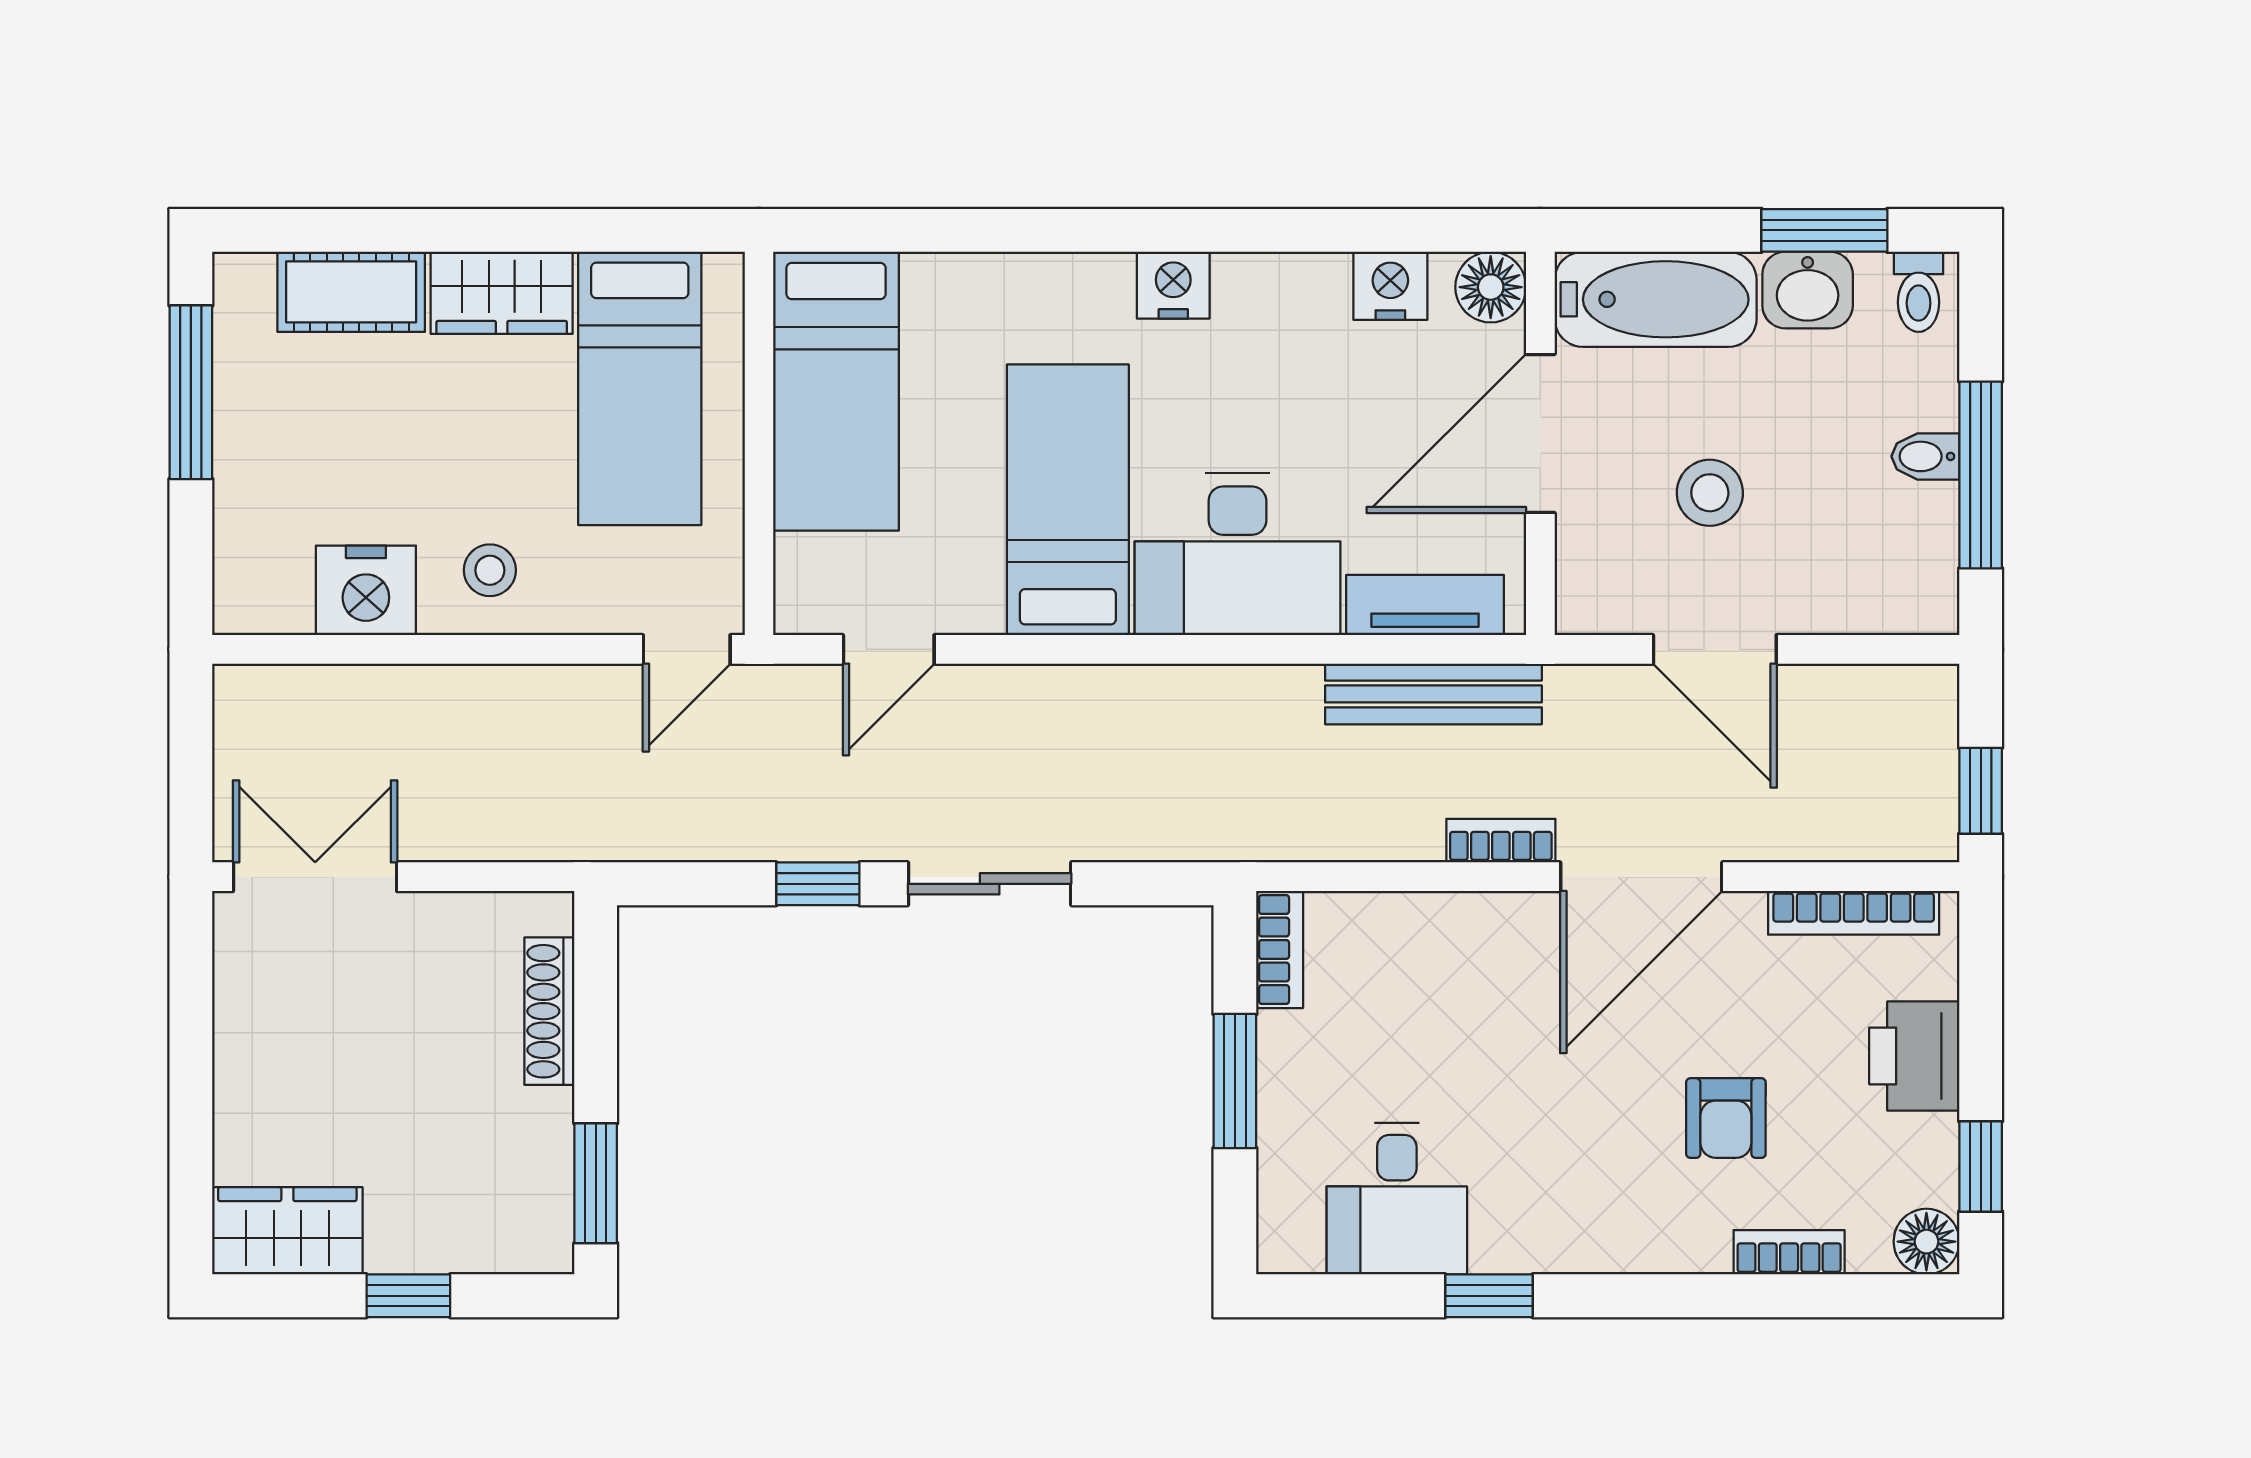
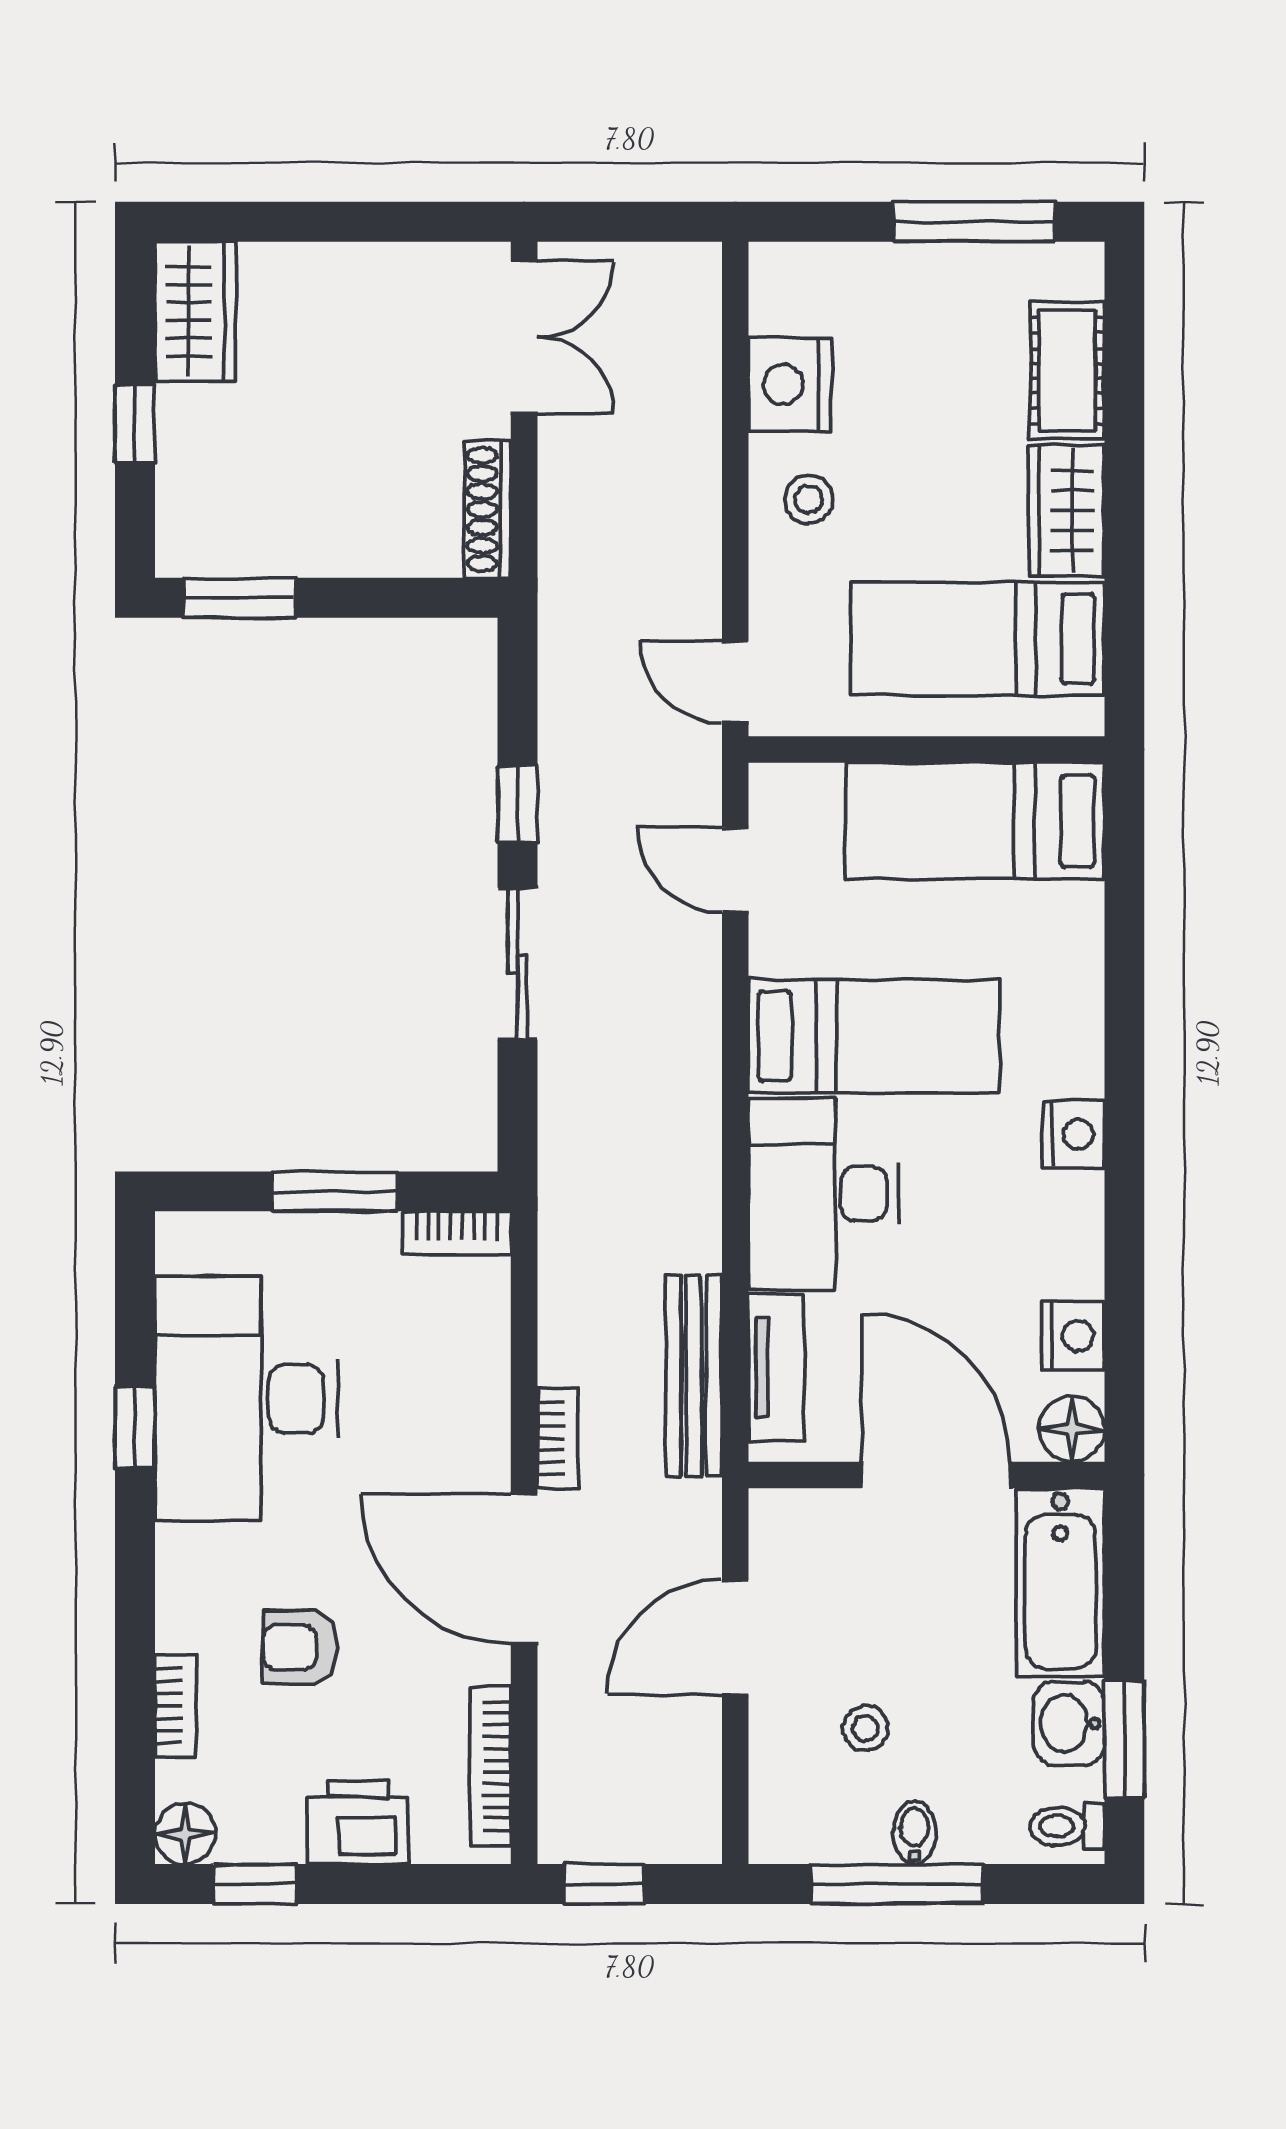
stool: (1710, 493) -> (865, 1728), moved, width x0.73, depth x0.73
shoe rack: (549, 1011) -> (488, 510), moved, turned -90
desk: (1397, 1199) -> (246, 1399), width x1.87, depth x1.30

